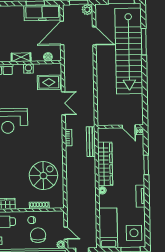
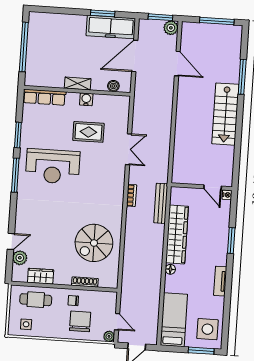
stairs: (129, 51) -> (225, 114), width x0.54, depth x0.66
rug: (49, 82) -> (88, 132), moved
spiral stairs: (43, 176) -> (94, 243), turned 180

